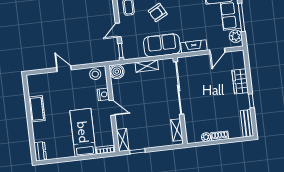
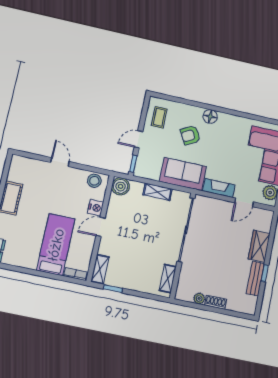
door: (112, 108) -> (100, 227), swing flipped
bench: (247, 123) -> (255, 279), moved

